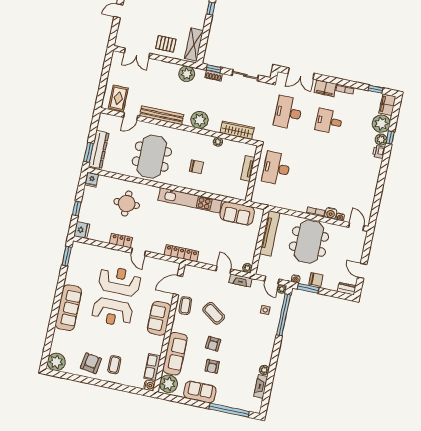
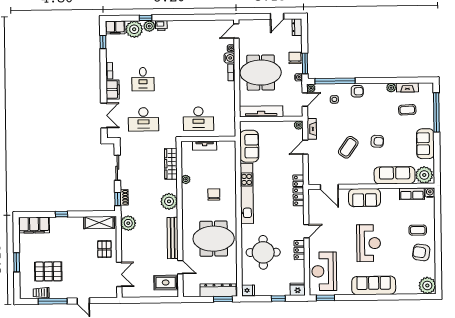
round table: (127, 204) -> (263, 252), width x1.36, depth x1.36
reception desk: (120, 281) -> (324, 271), moved
coffee table: (185, 306) -> (407, 110), moved
armchair: (212, 366) -> (357, 91), moved

